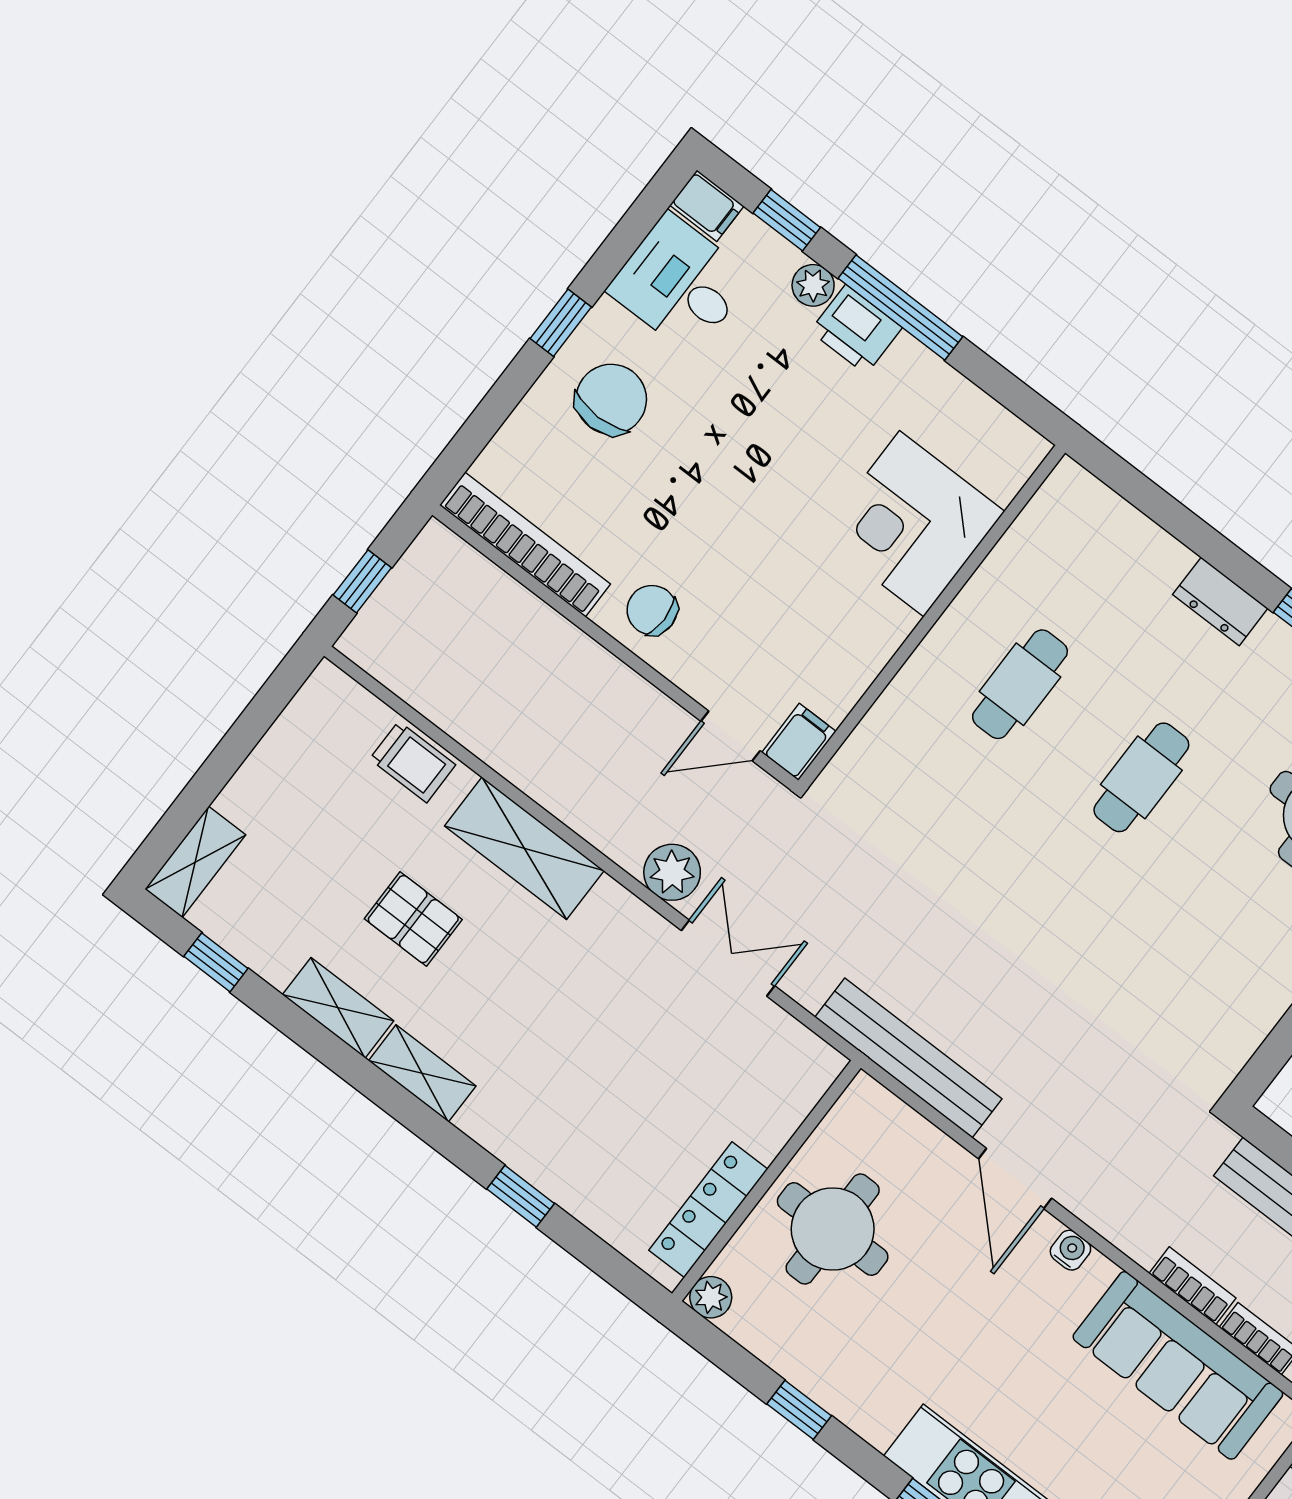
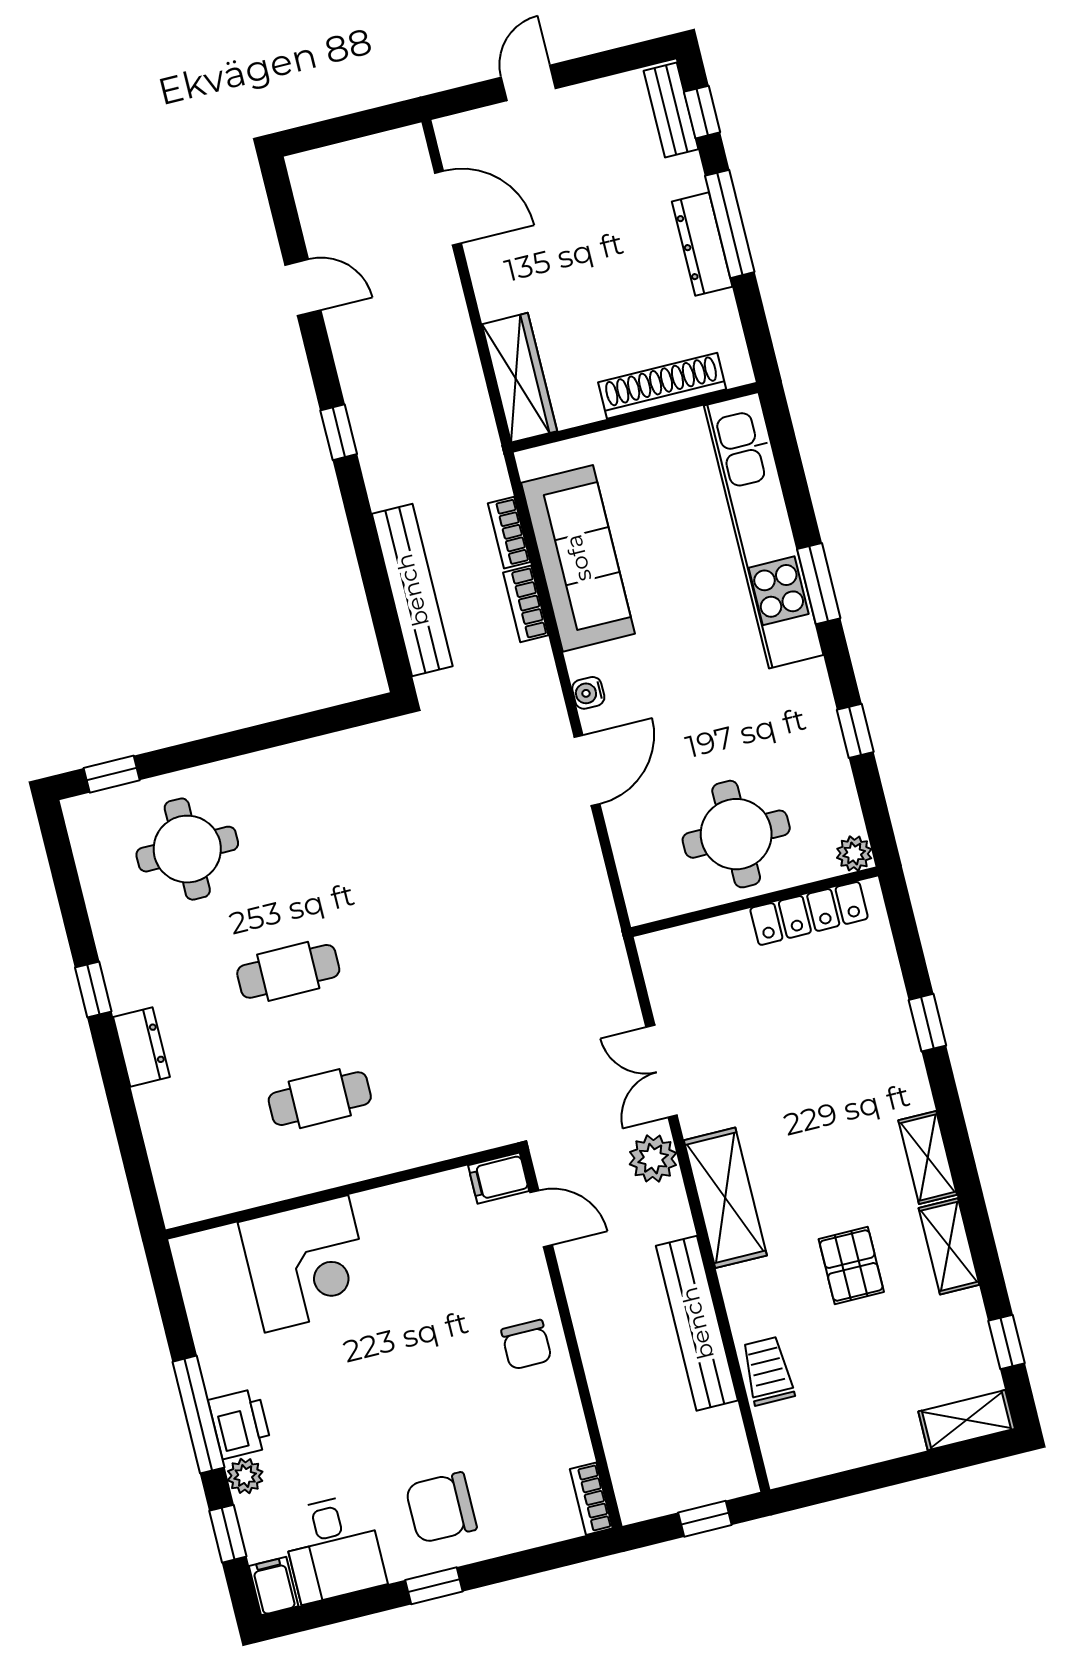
bookcase: (525, 545) -> (591, 1499), width x0.43, depth x0.76
shelving: (524, 848) -> (725, 1198), moved
bench: (908, 1058) -> (697, 1323), moved

